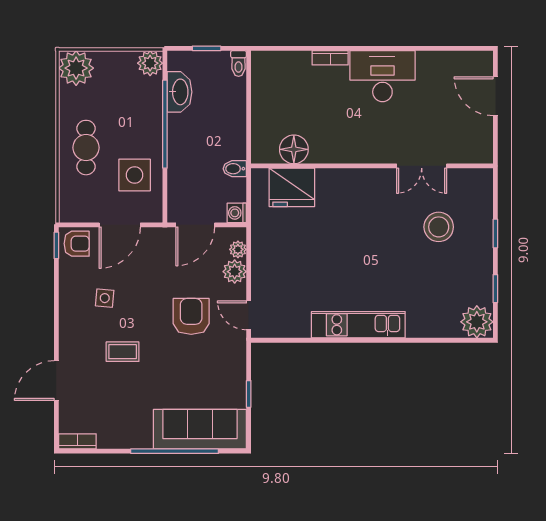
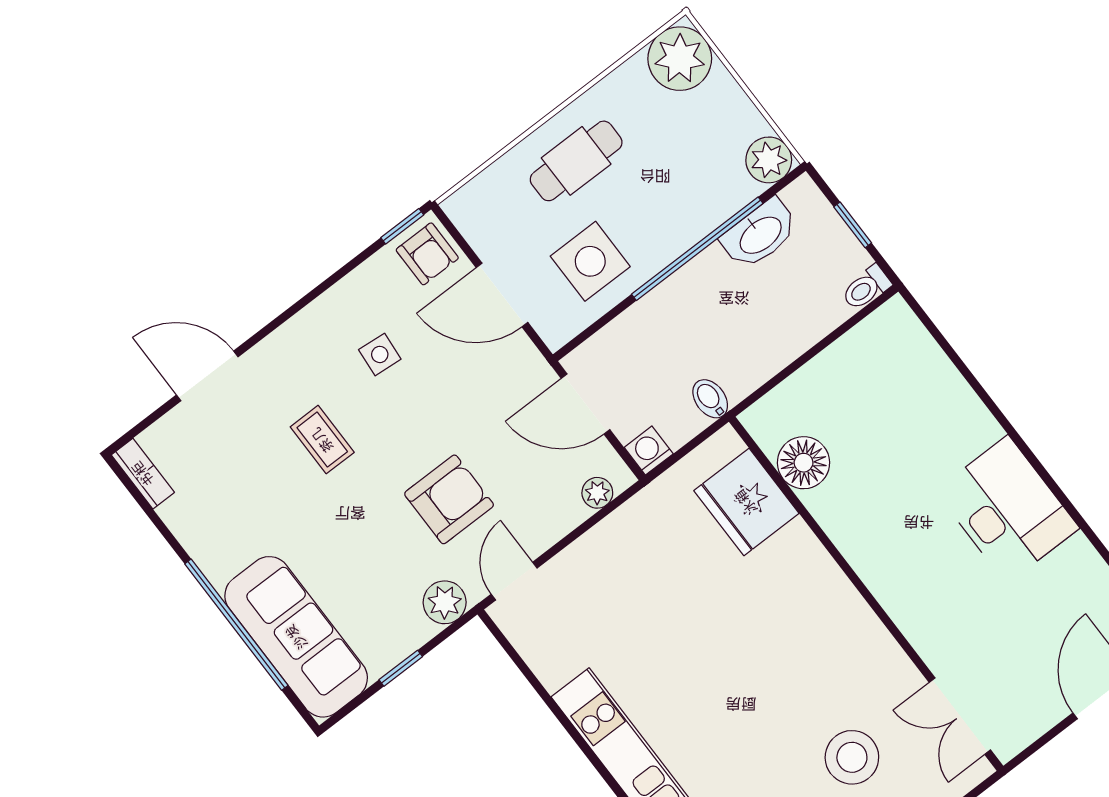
bookcase: (330, 58) -> (976, 414), removed
double door: (422, 166) -> (960, 716), moved
plant: (235, 272) -> (445, 602), moved

